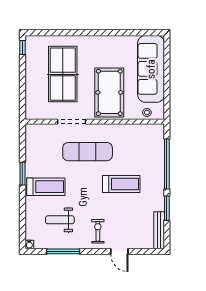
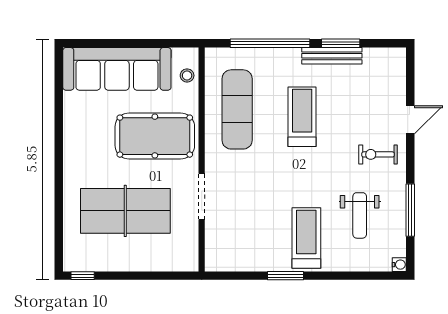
exercise mat: (88, 152) -> (237, 109), moved
bench: (159, 230) -> (332, 56), moved

